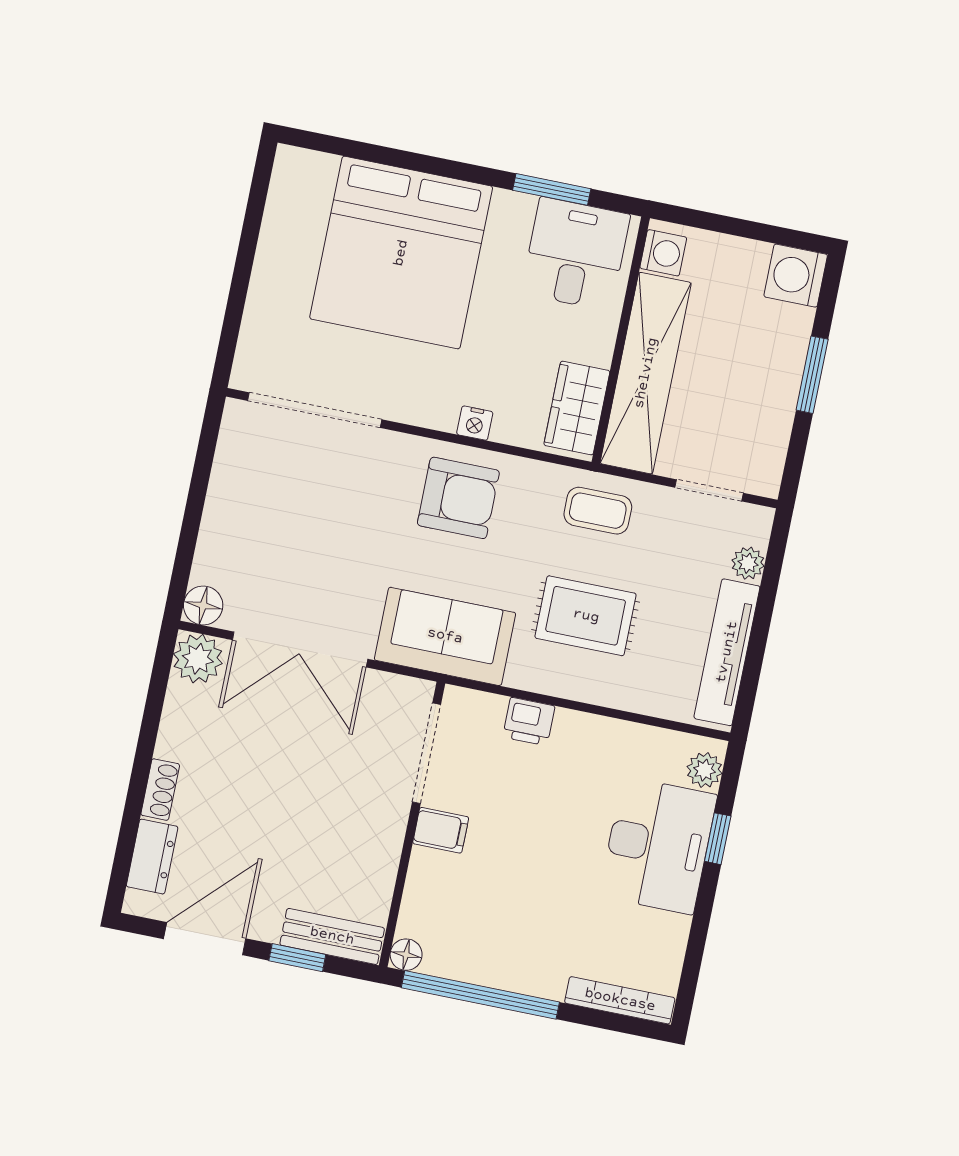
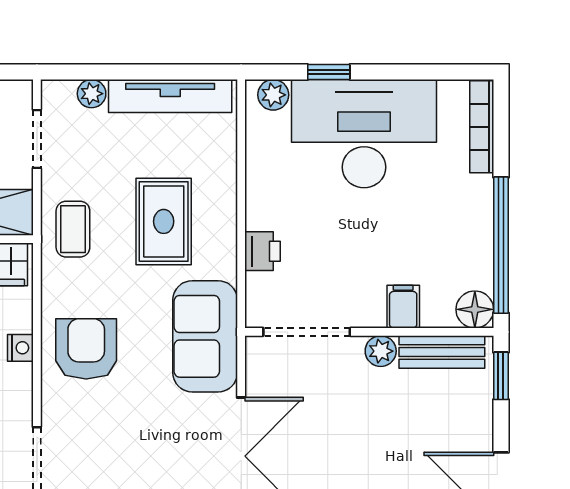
filing cabinet: (441, 830) -> (403, 307), moved
plant: (387, 833) -> (381, 351), added
desk: (658, 845) -> (364, 134), width x1.36, depth x1.30
bench: (332, 936) -> (442, 352), moved, turned 90
floor lamp: (406, 955) -> (475, 309), width x1.37, depth x1.37
window: (297, 958) -> (501, 376), moved

